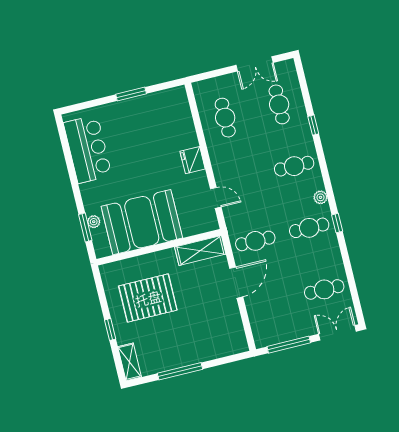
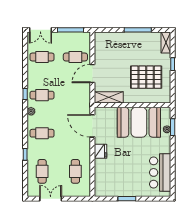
door: (216, 198) -> (92, 126), width x1.88
cafe table: (255, 241) -> (75, 57), moved

